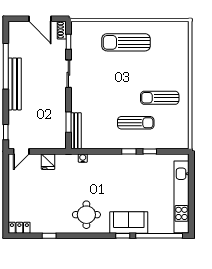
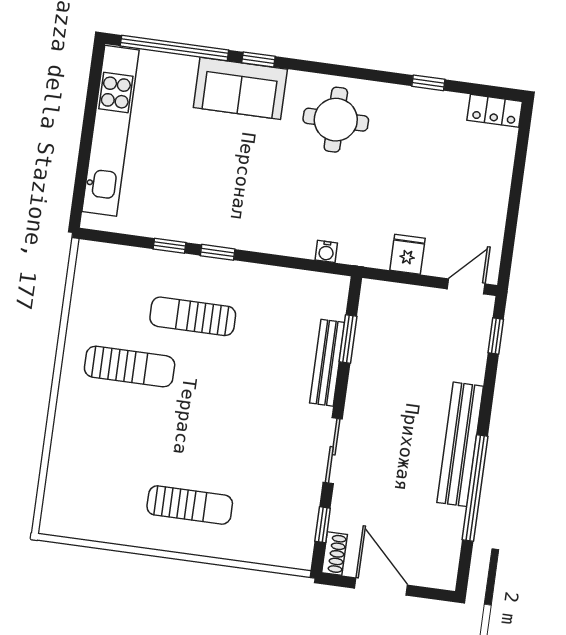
sun lounger: (126, 42) -> (190, 505), width x0.73, depth x0.75
bench: (76, 131) -> (327, 363), moved

